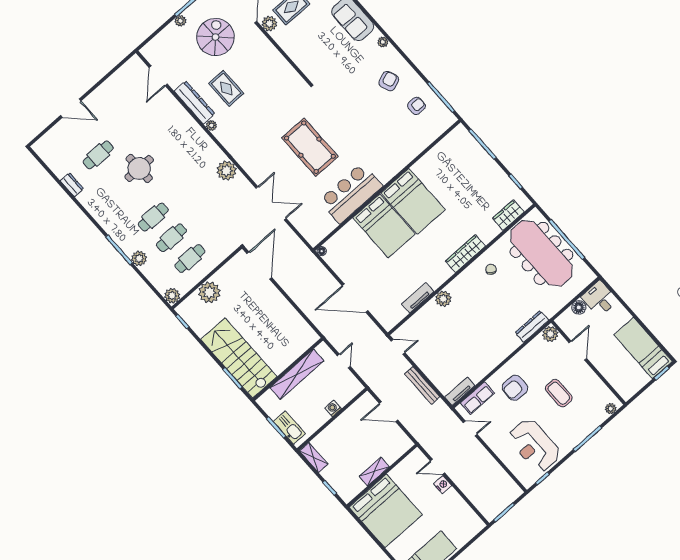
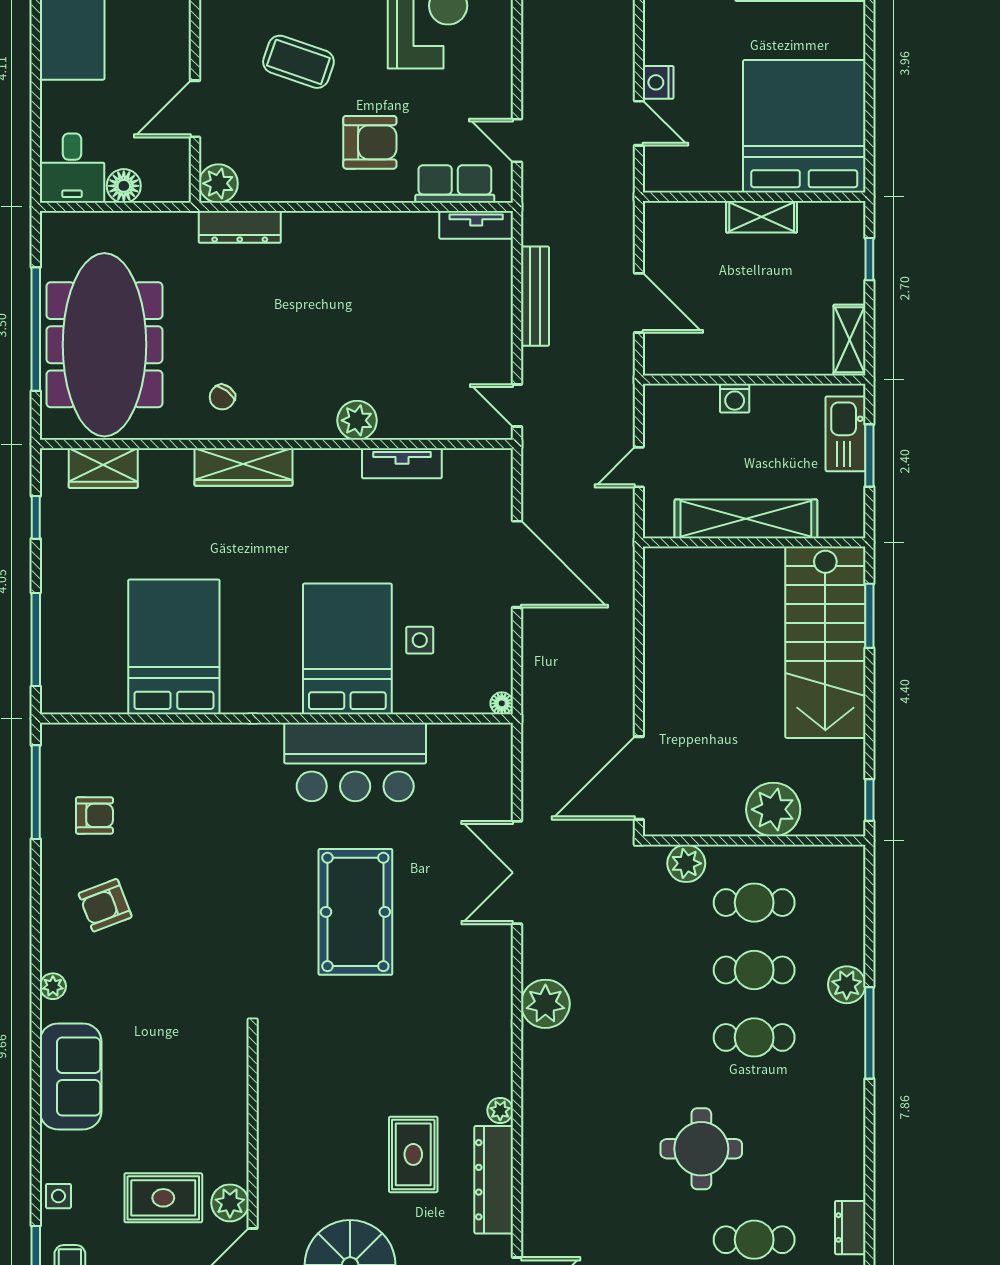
armchair: (416, 106) -> (94, 815), turned 180
bed: (413, 201) -> (174, 647), moved
side table: (364, 248) -> (420, 640), added
plant: (172, 296) -> (686, 863), moved
coffee table: (559, 393) -> (298, 62), turned -71

